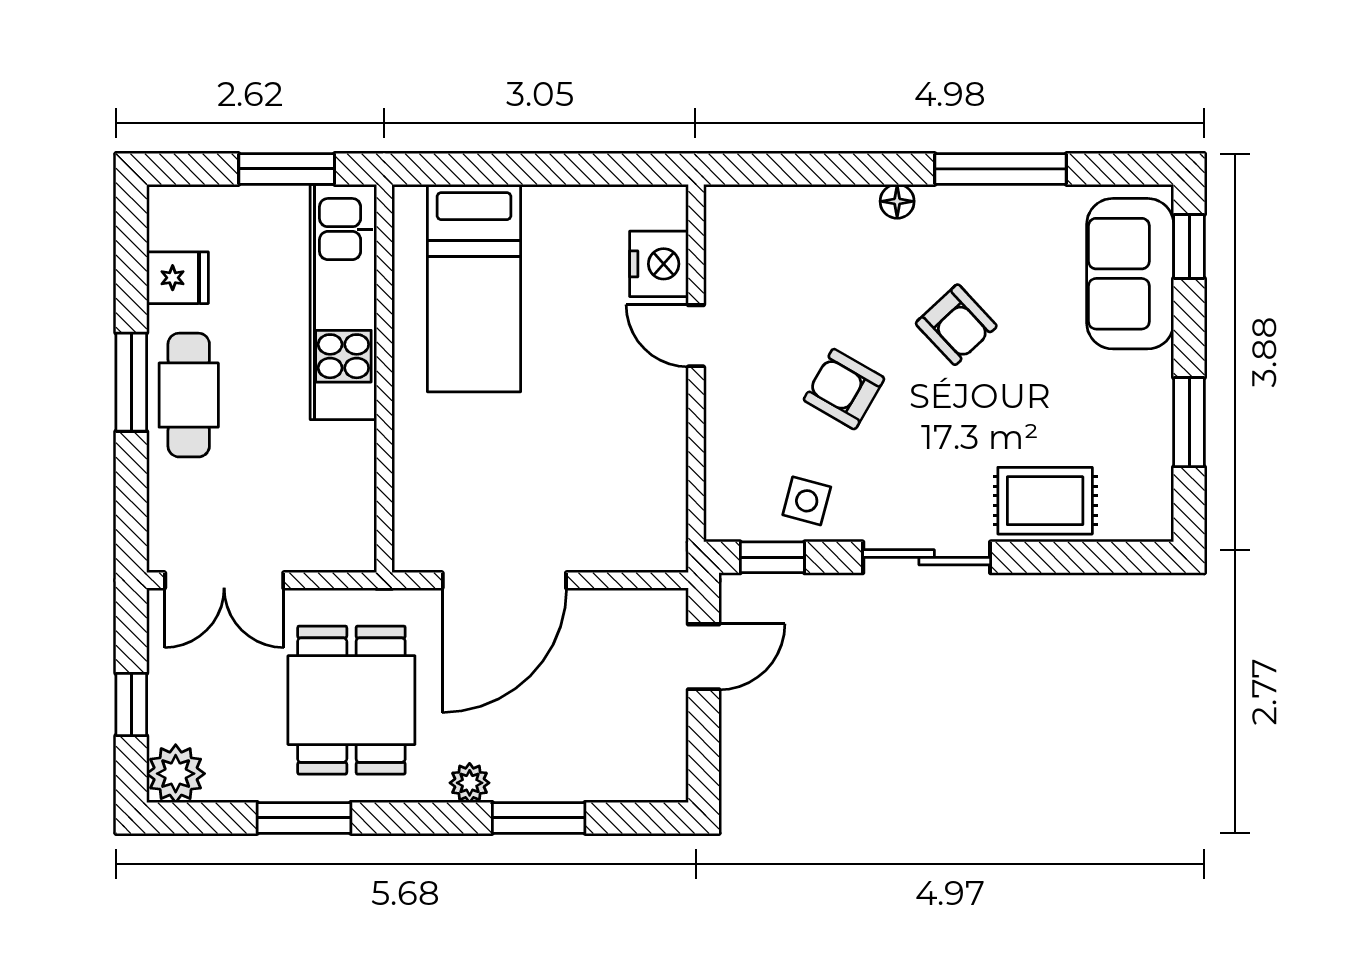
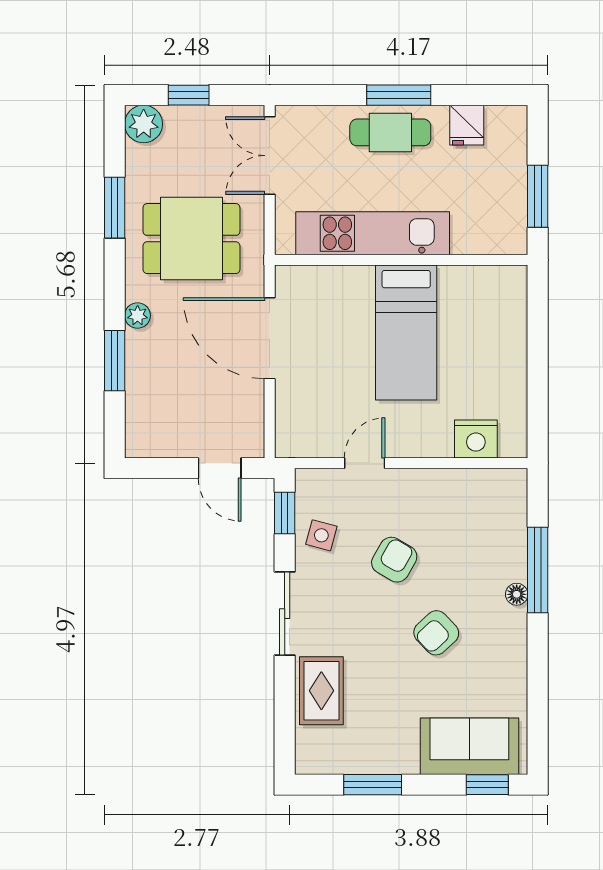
window: (1001, 169) -> (538, 570), moved
bed: (474, 288) -> (406, 333), moved, turned -90
kitchen unit: (343, 302) -> (373, 233), moved
door: (696, 336) -> (365, 463), moved

